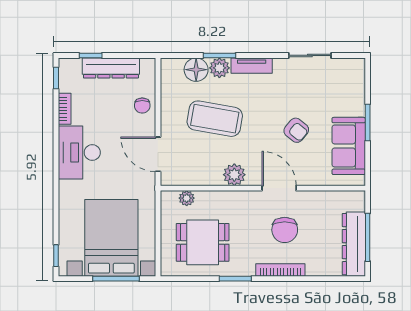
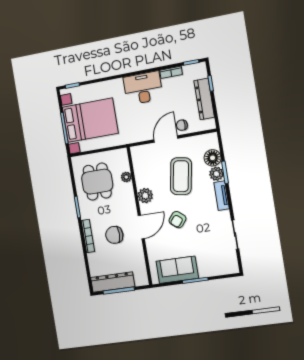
armchair: (296, 130) -> (177, 220), moved
door: (158, 154) -> (166, 139), moved
plant: (187, 198) -> (126, 177), moved

